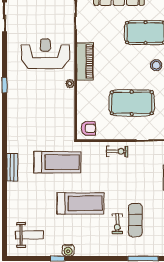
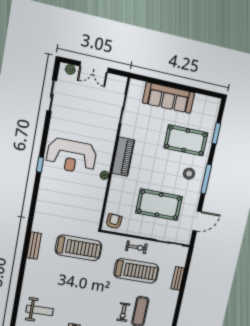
reception desk: (45, 54) -> (71, 156), moved, turned 180
armchair: (88, 128) -> (114, 221), turned -85
treadmill: (81, 203) -> (136, 271), moved

